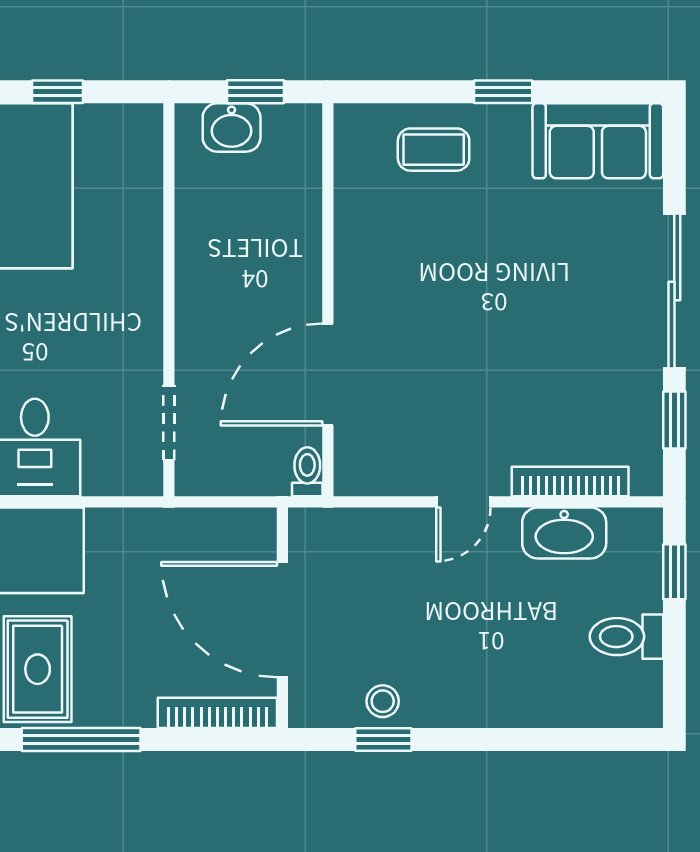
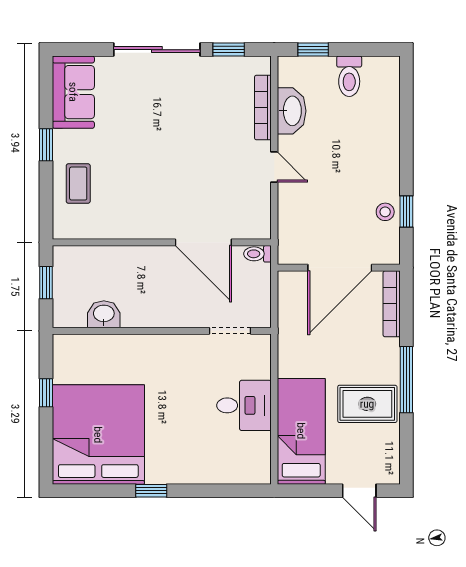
washbasin: (232, 127) -> (104, 314), moved, turned -90

